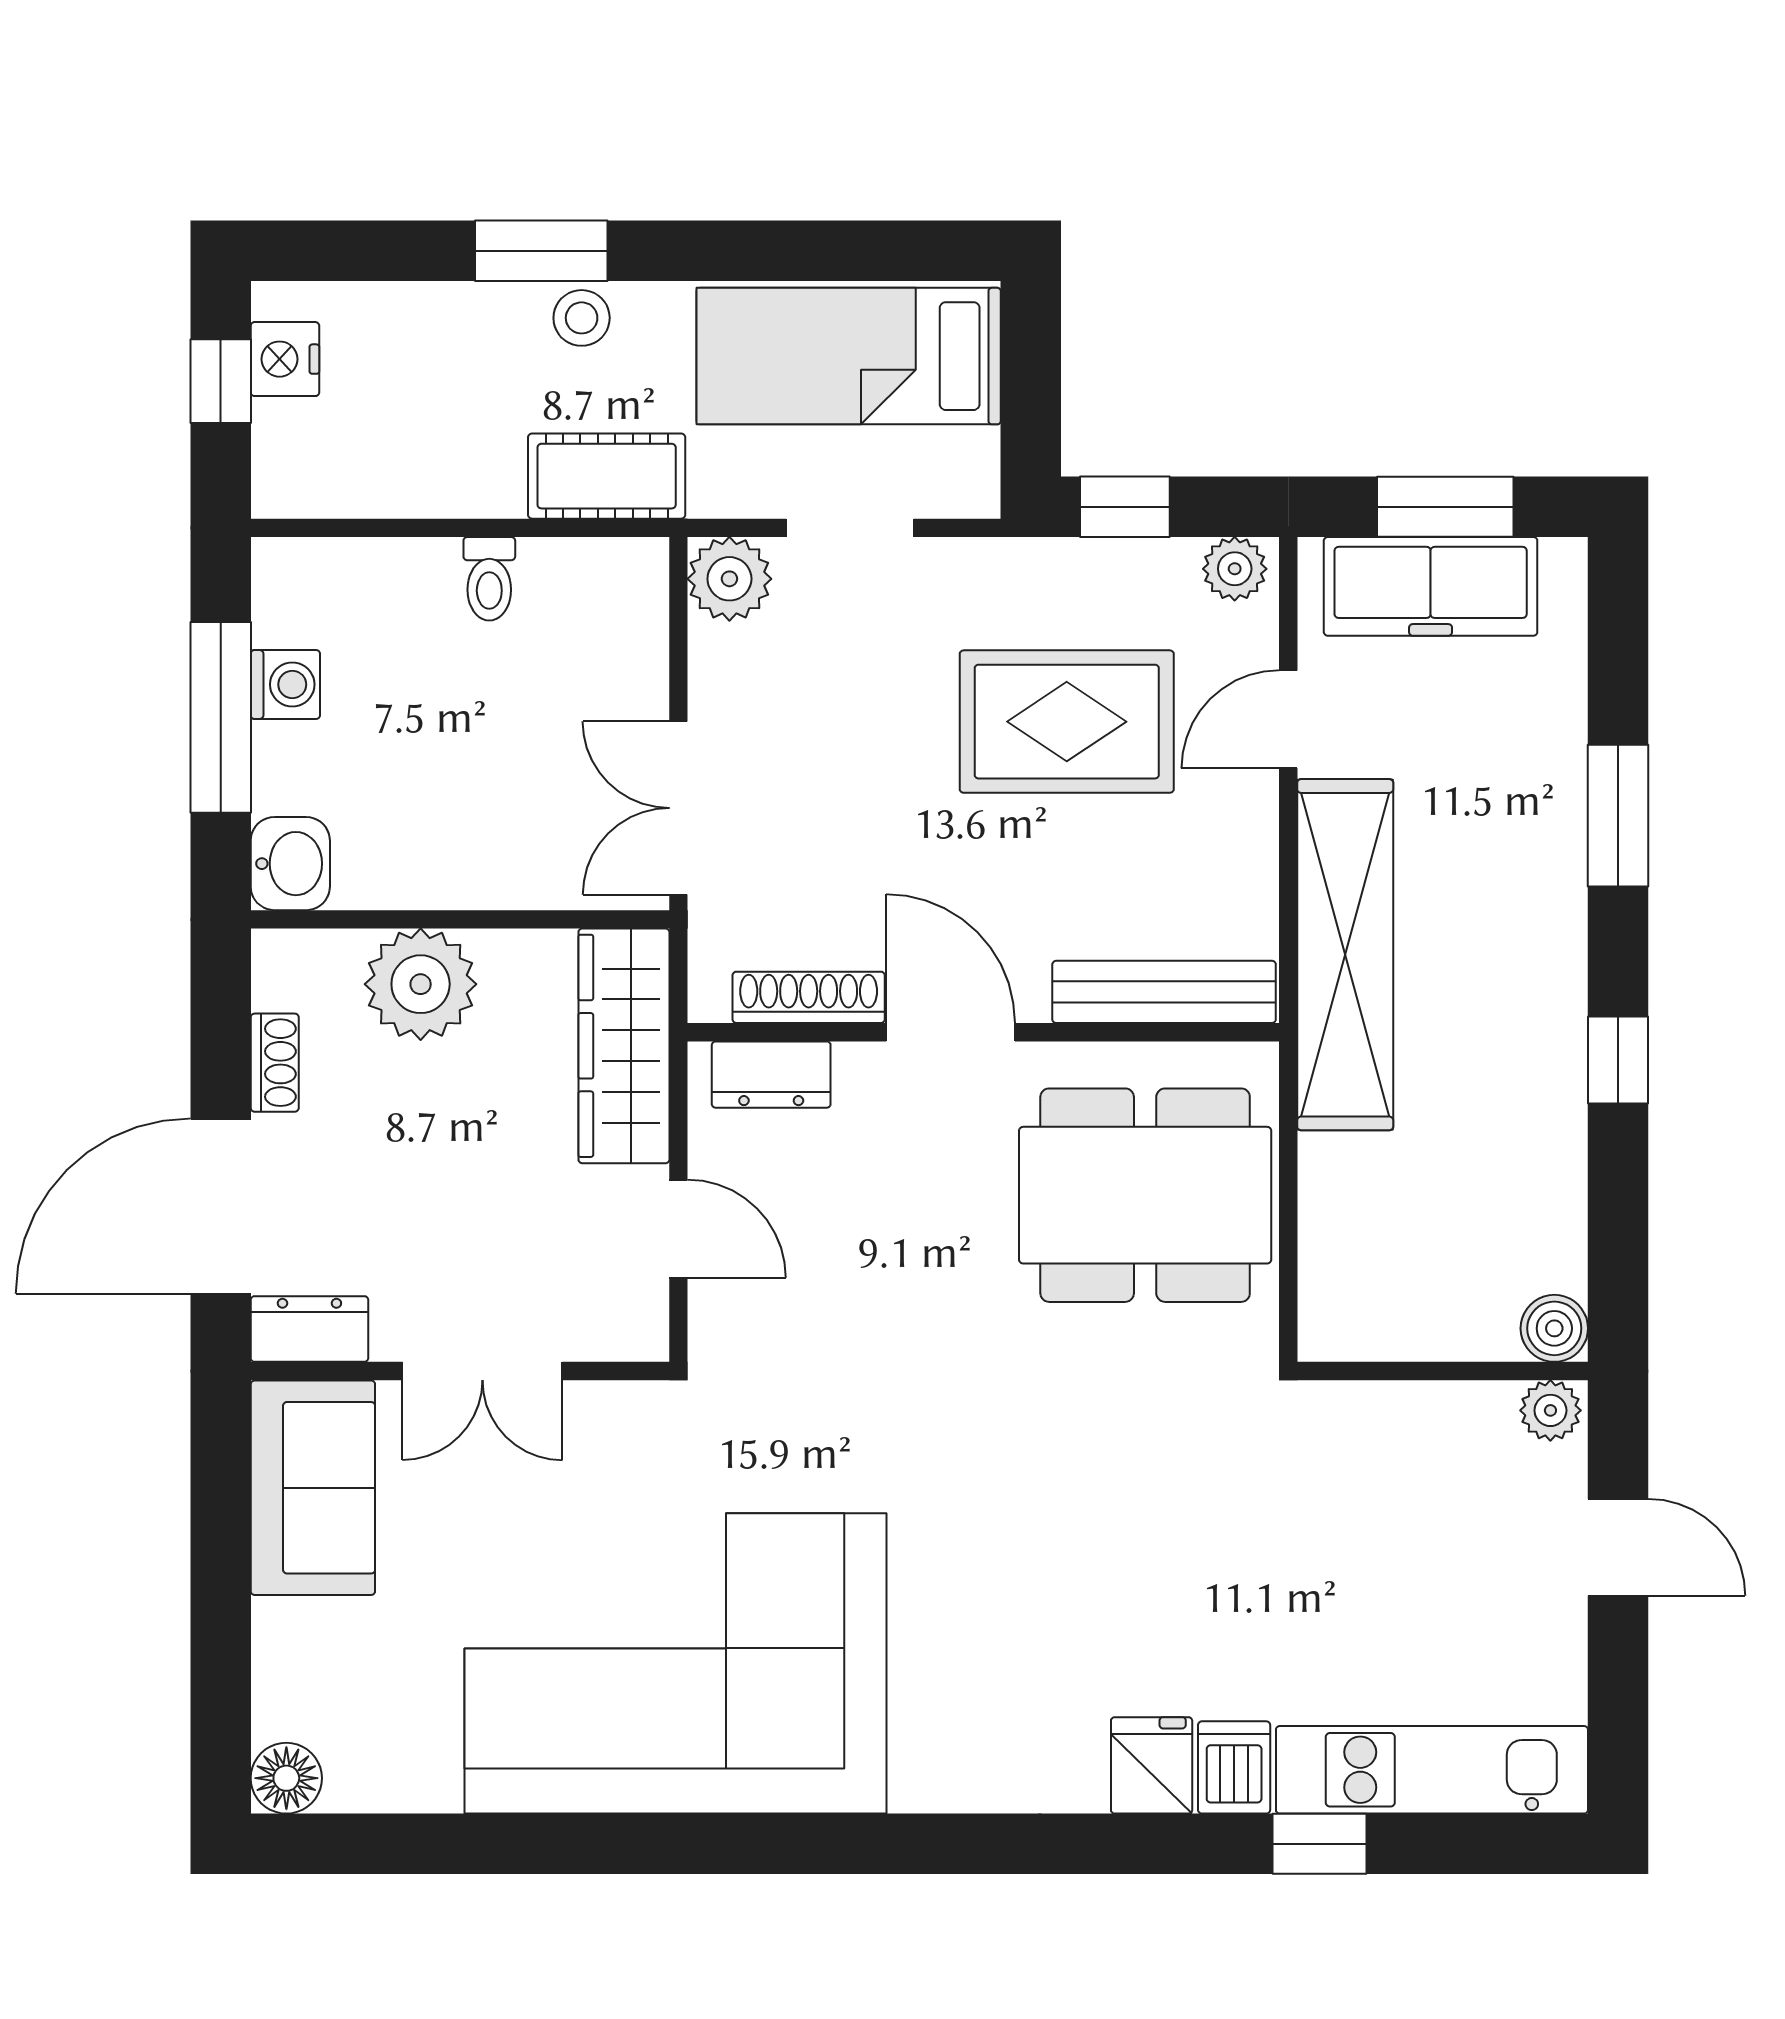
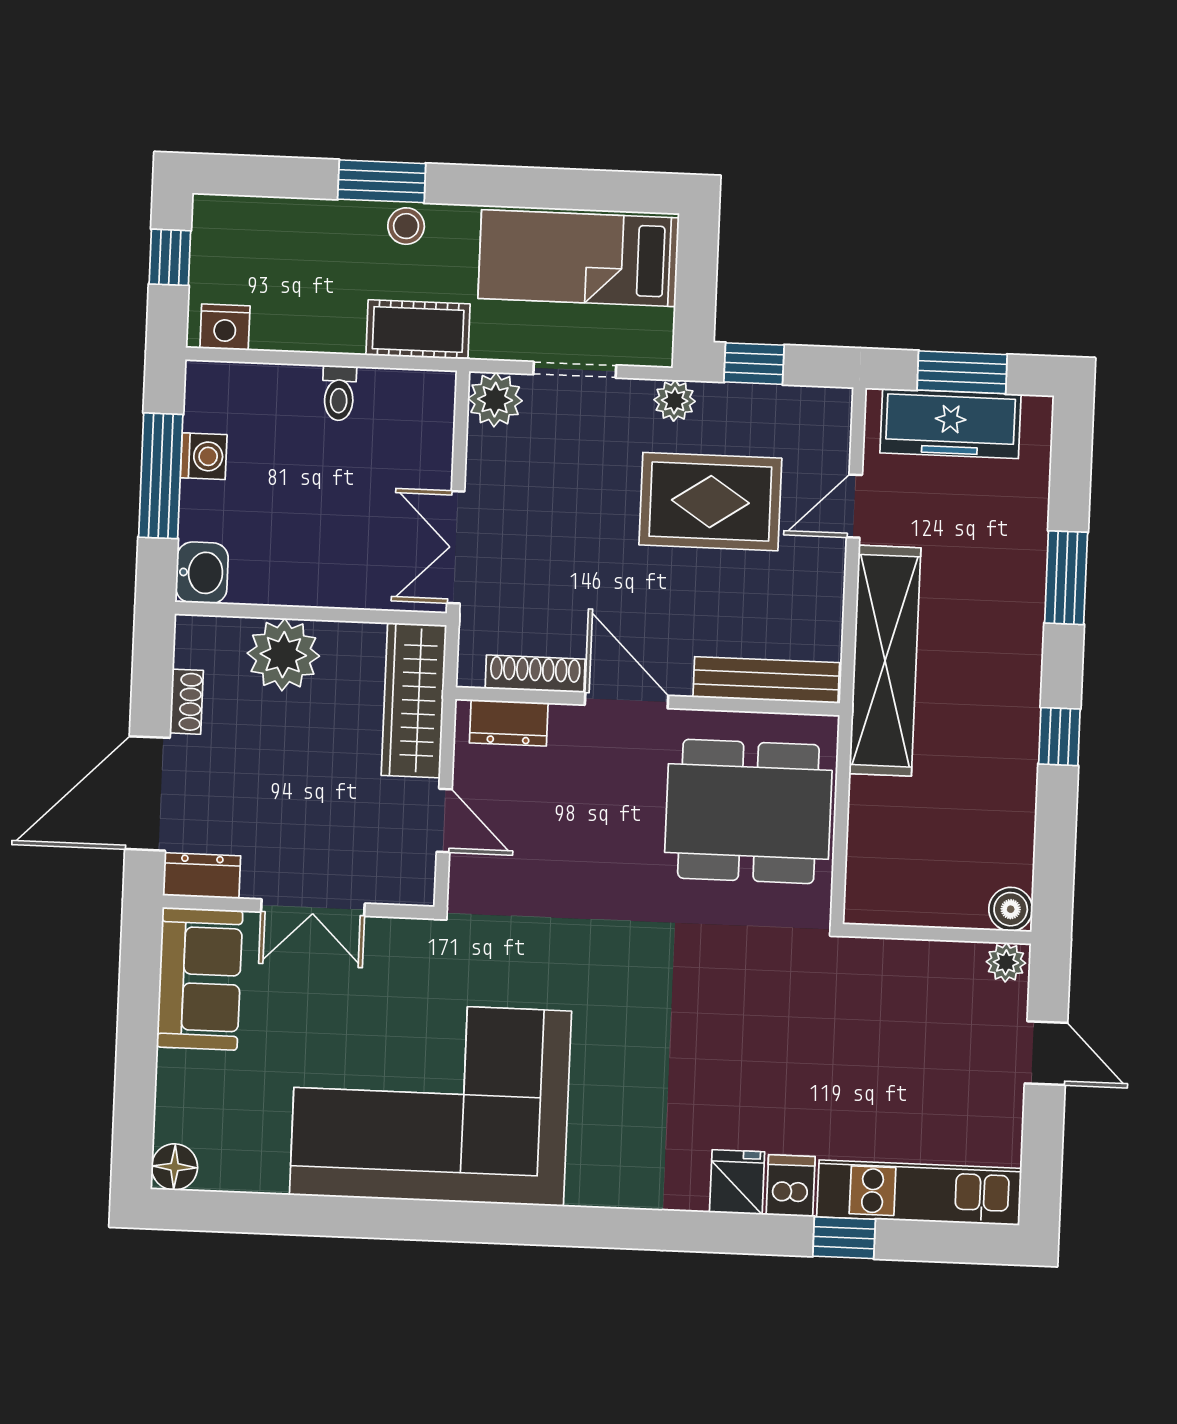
nightstand: (285, 359) -> (225, 327), moved, turned -90
plant: (1235, 569) -> (675, 401), moved

